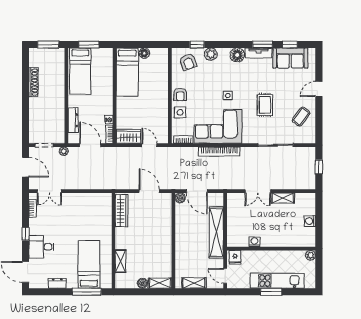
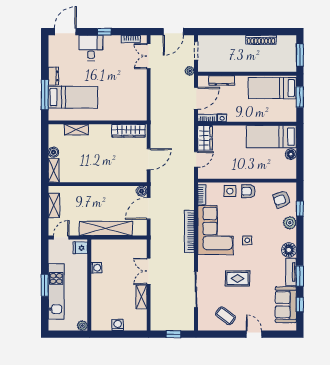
dresser: (57, 283) -> (53, 76), moved

